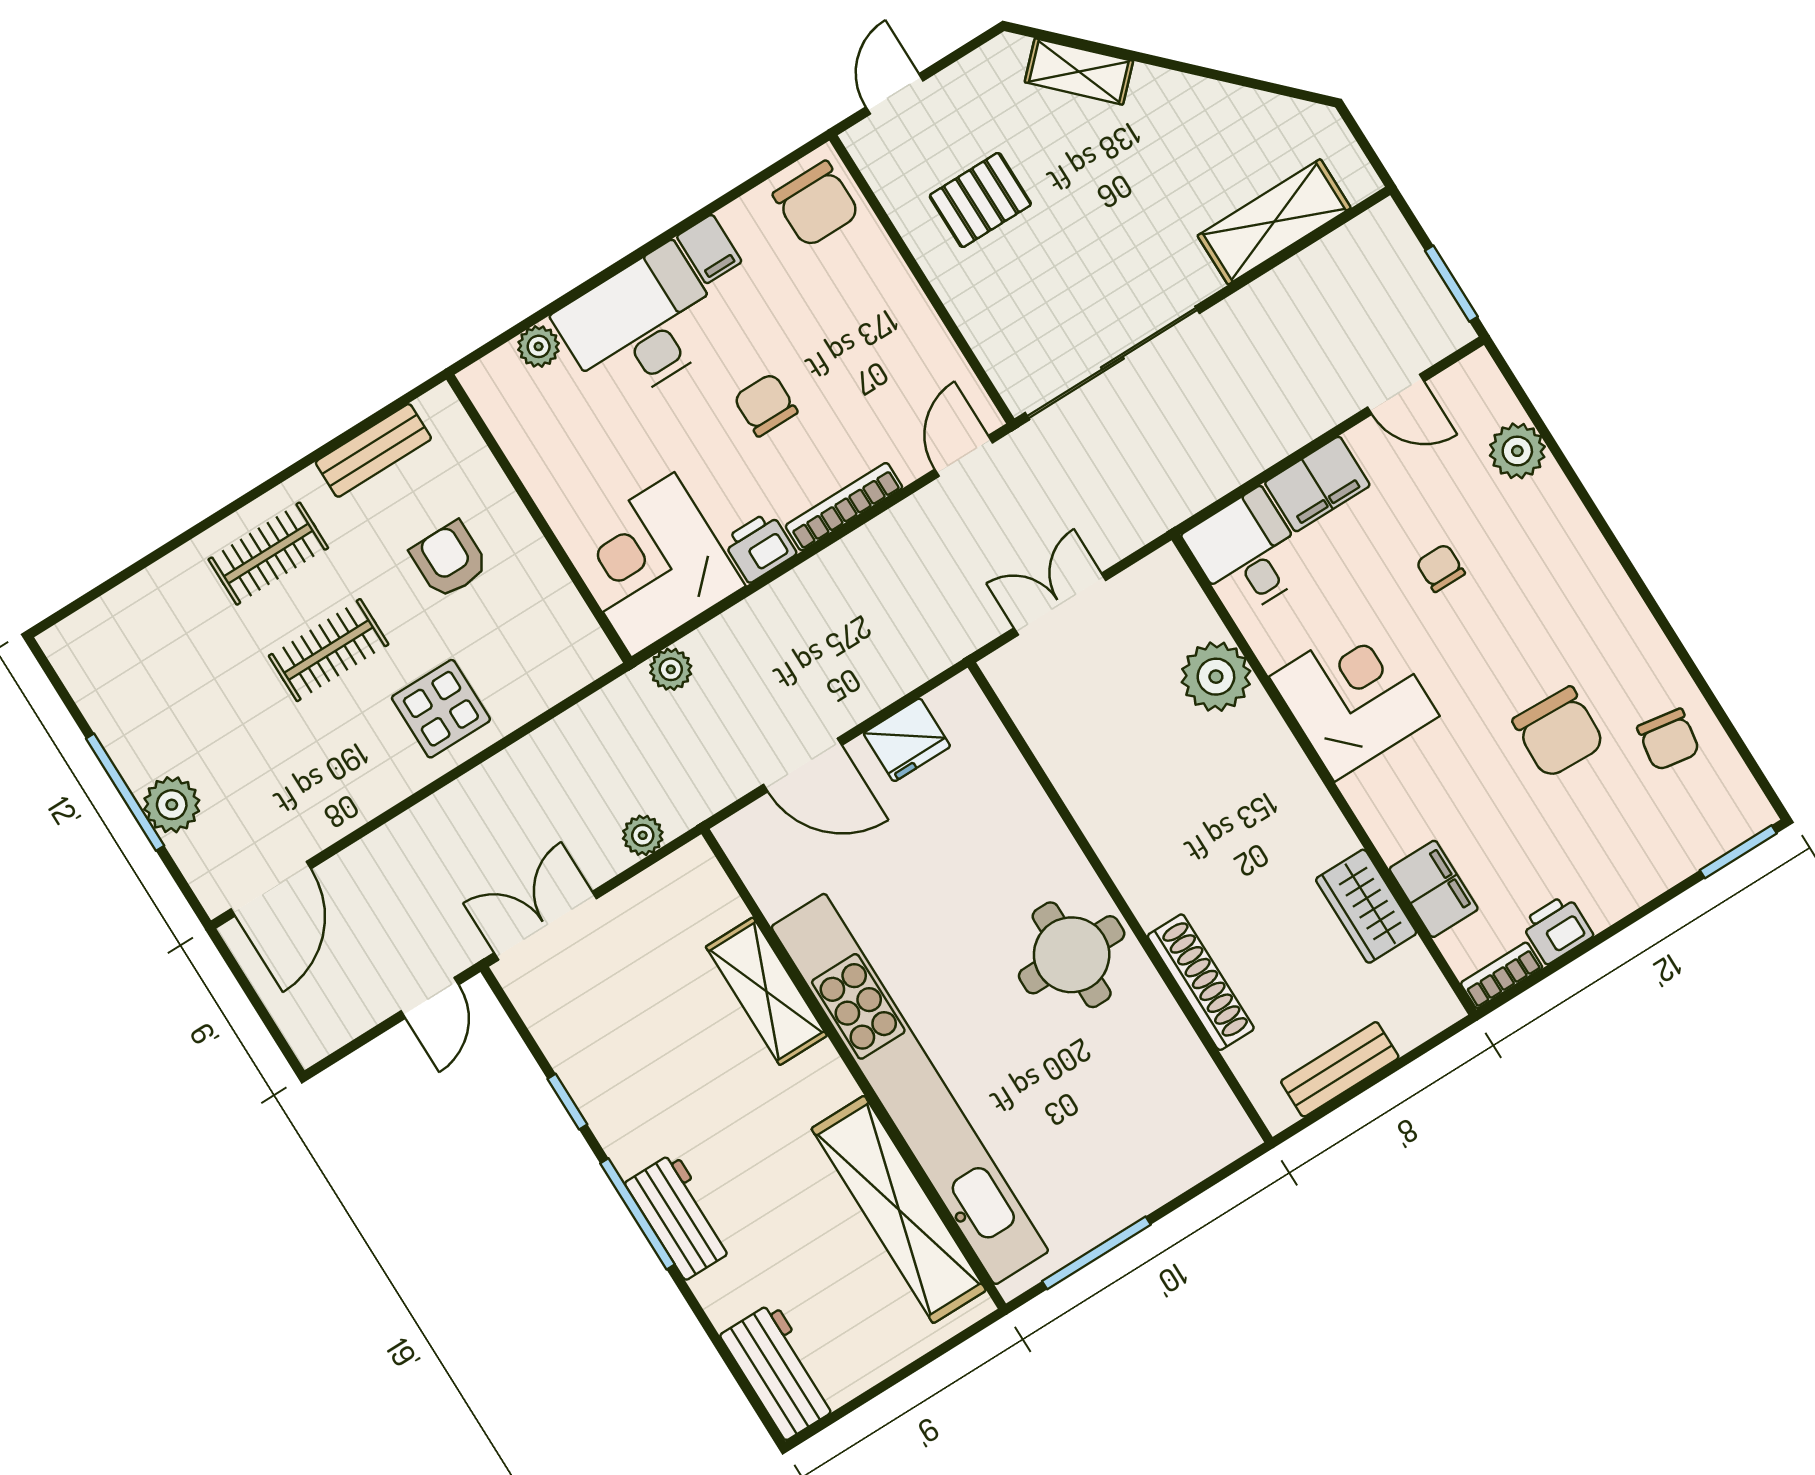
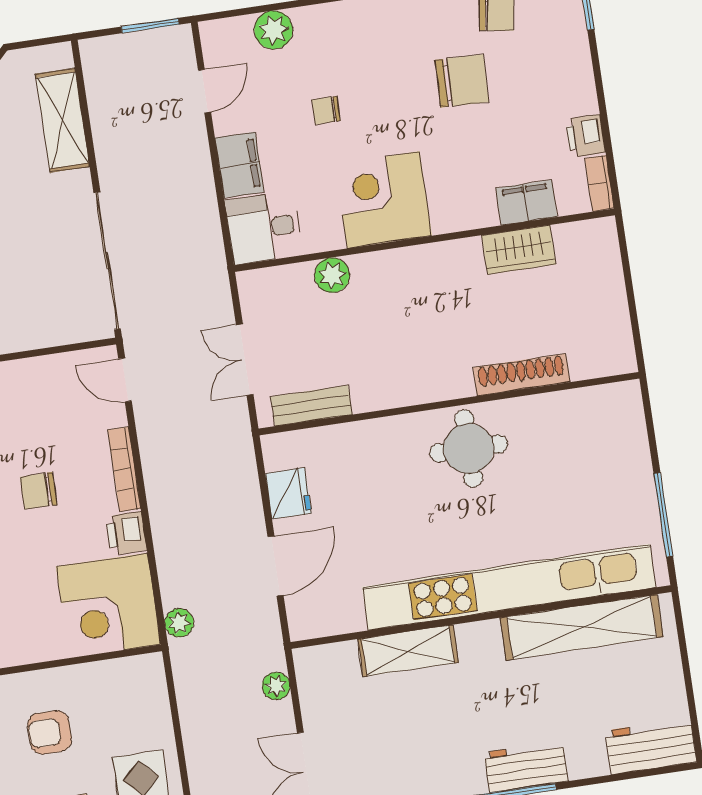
plant: (1216, 677) -> (332, 275), width x0.73, depth x0.73
bench: (1340, 1069) -> (312, 406), moved, turned 90

